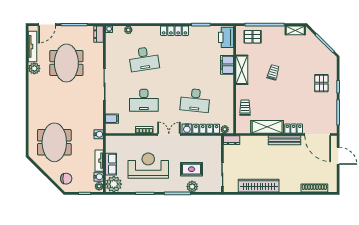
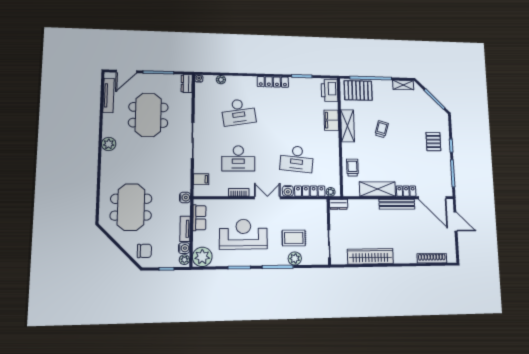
pallet: (253, 37) -> (358, 90), width x1.50, depth x1.42
plant: (34, 68) -> (109, 144), moved
row of seats: (111, 164) -> (199, 218), moved

